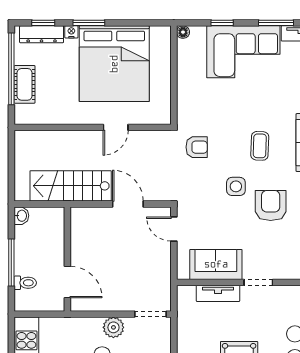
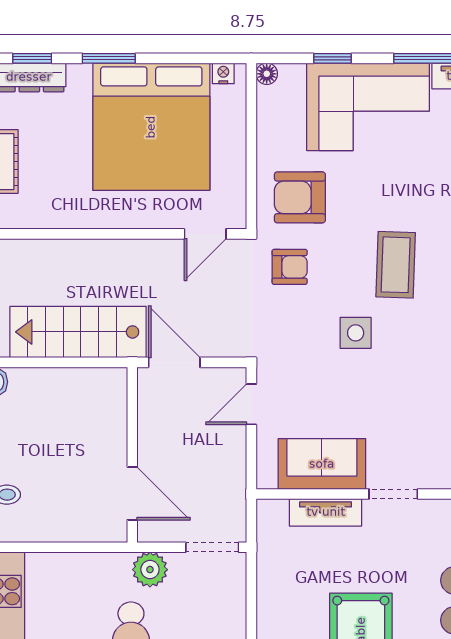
nightstand: (71, 32) -> (223, 73), moved
door: (116, 127) -> (205, 234), moved
coffee table: (260, 146) -> (396, 265), width x1.36, depth x1.30
armchair: (271, 205) -> (300, 197), moved, turned -90
door: (174, 229) -> (251, 404), hinge flipped
wall: (67, 259) -> (132, 455), moved
door: (67, 282) -> (132, 493), moved

